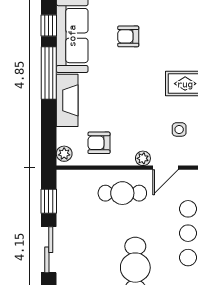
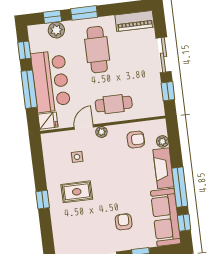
armchair: (128, 36) -> (124, 222), turned -90
plant: (64, 154) -> (162, 141), moved

